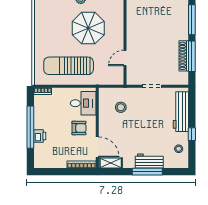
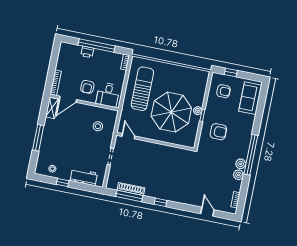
window: (192, 20) -> (160, 202), width x0.46
parasol: (88, 28) -> (171, 112), width x1.36, depth x1.36
door: (125, 58) -> (128, 136), moved
workbench: (181, 112) -> (84, 177), width x0.73
workbench: (149, 161) -> (47, 141), removed

